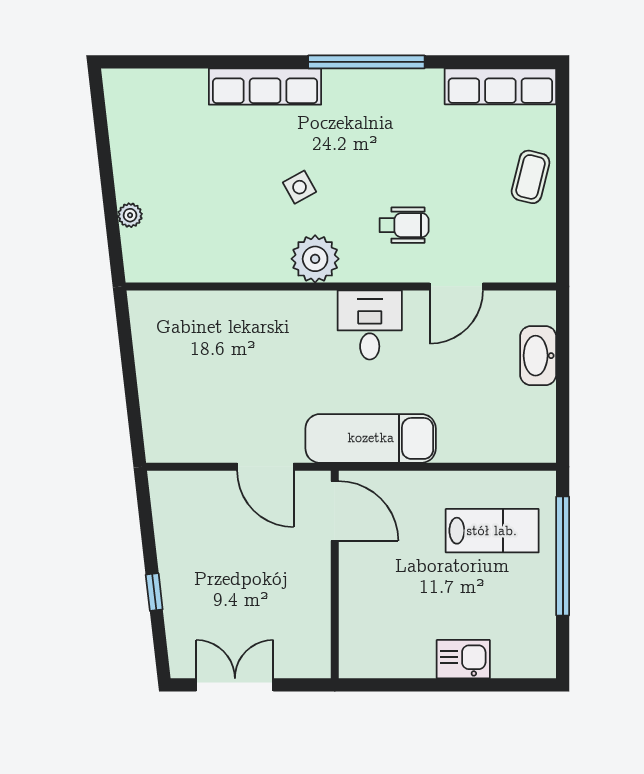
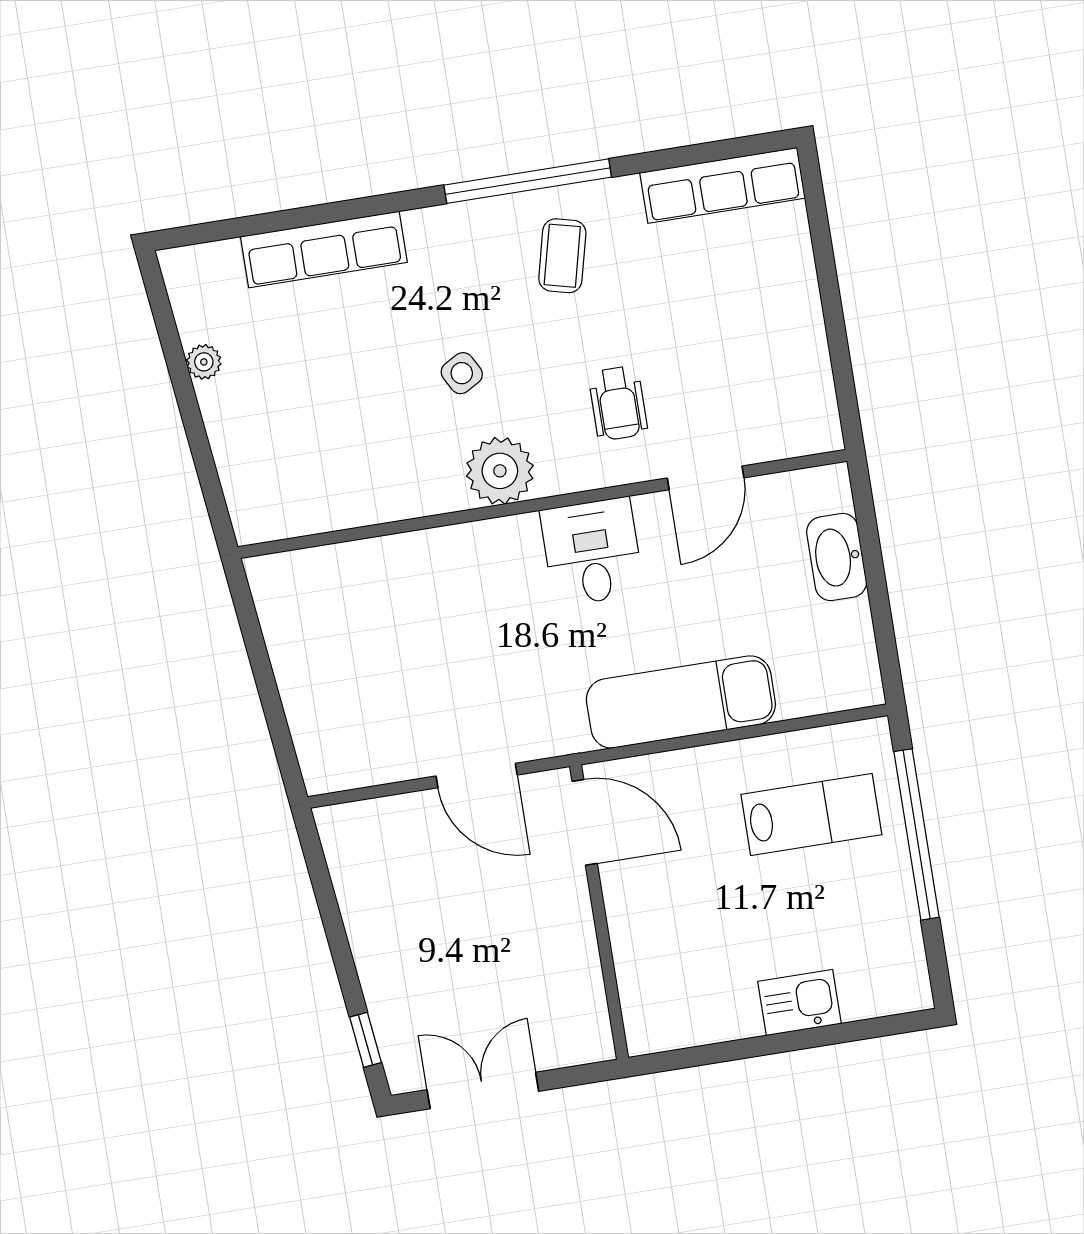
row of seats: (265, 86) -> (324, 249), moved
coffee table: (531, 177) -> (562, 256), moved
plant: (130, 215) -> (204, 362), moved
wheelchair: (404, 225) -> (618, 403), turned 90
exam couch: (371, 438) -> (681, 702), moved
window: (154, 592) -> (366, 1040), moved

